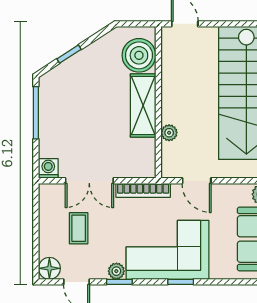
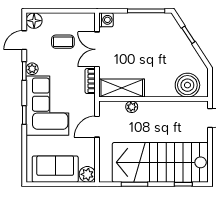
shelving: (143, 105) -> (122, 88), moved
bookcase: (143, 190) -> (90, 81), width x0.64

